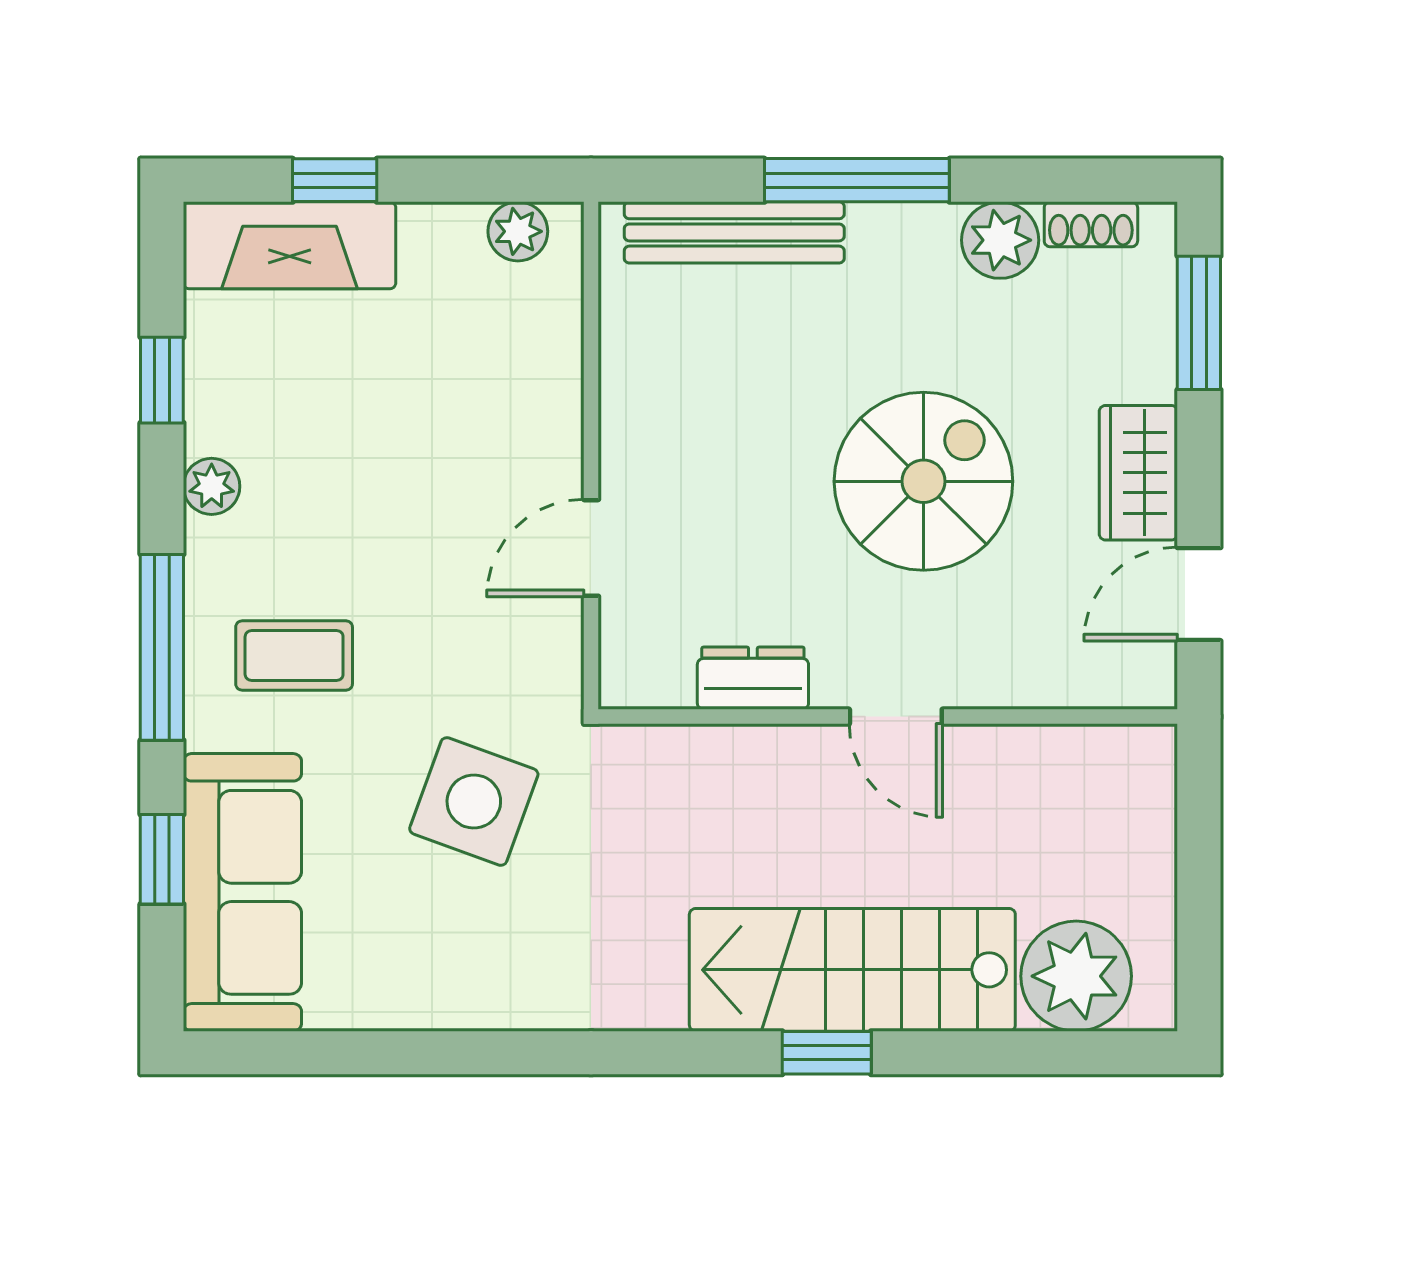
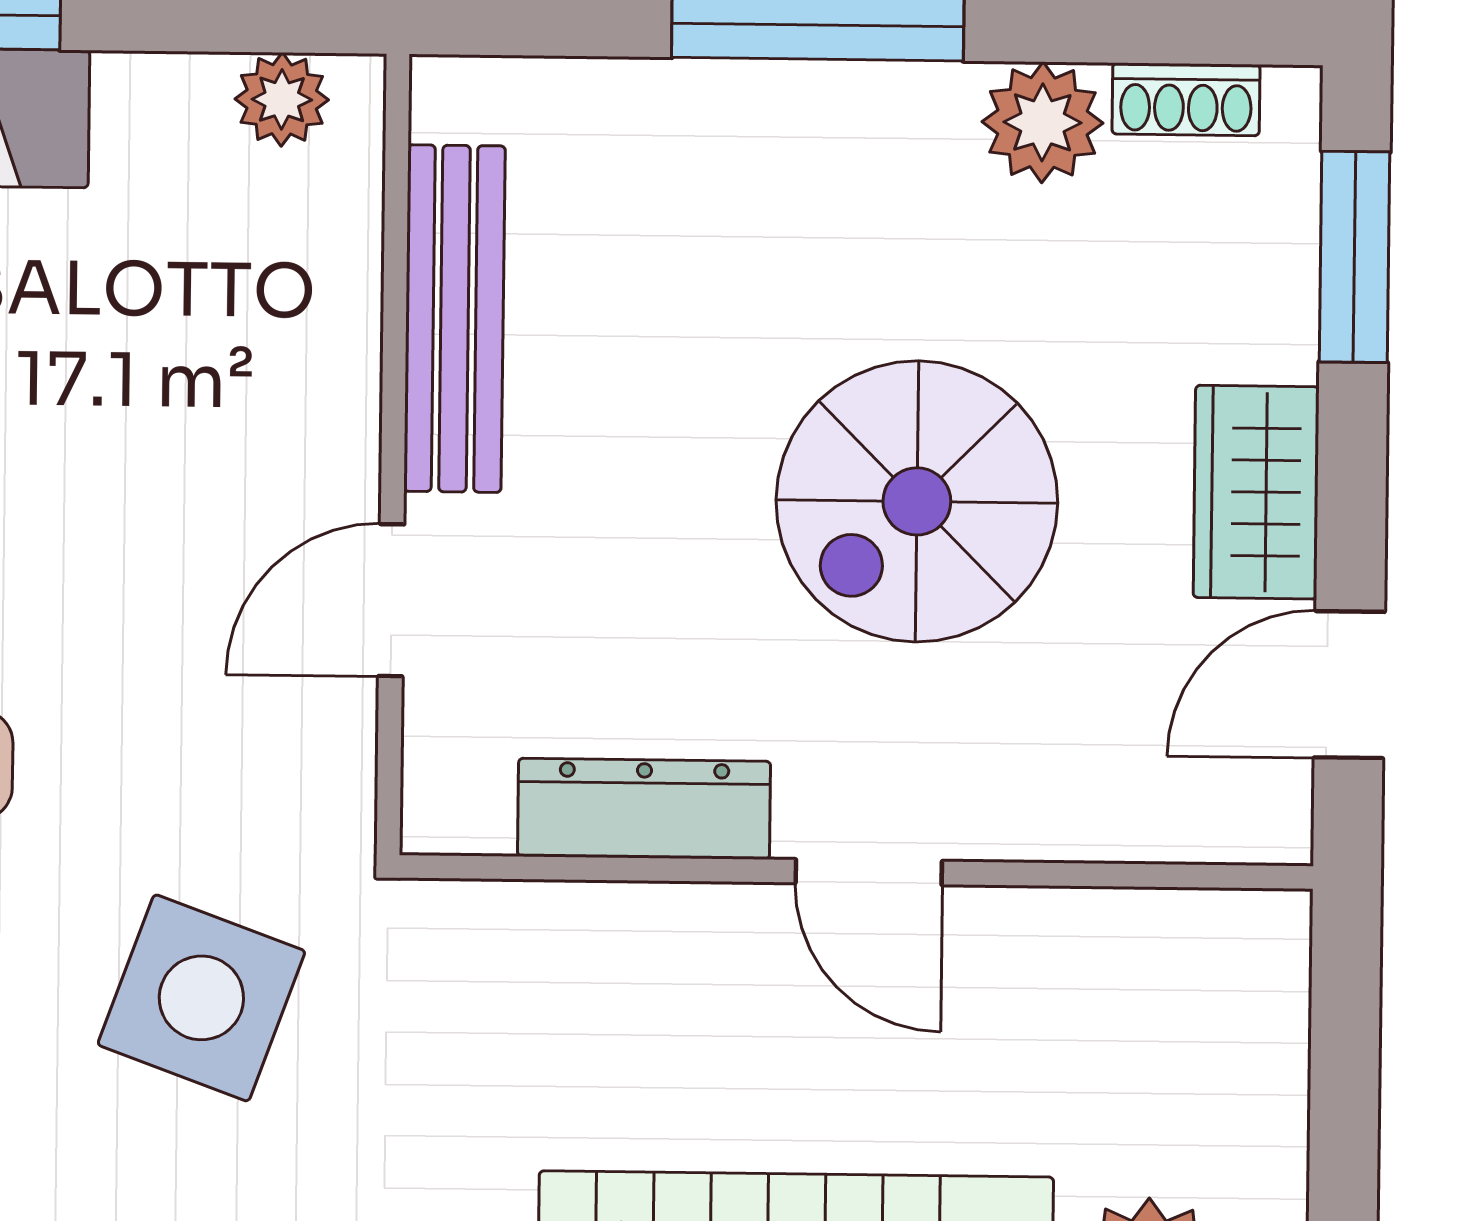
bench: (734, 232) -> (454, 319), moved, turned 90
spiral stairs: (923, 481) -> (917, 501), turned 180
dresser: (753, 678) -> (644, 809), width x1.44

